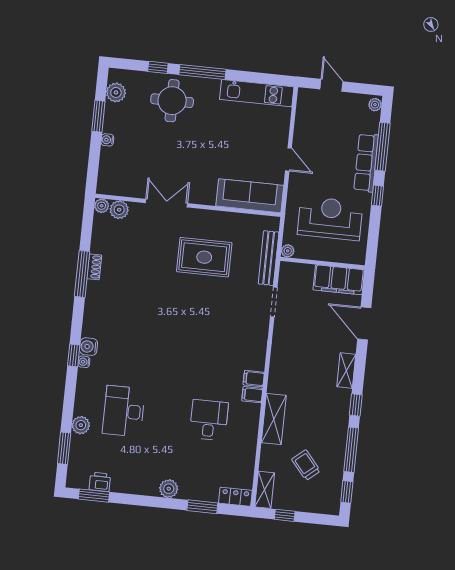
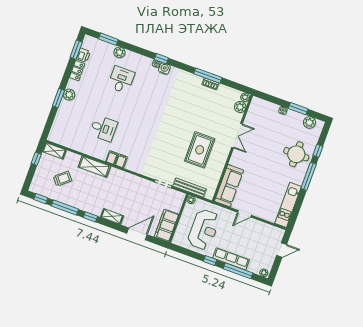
desk: (124, 411) -> (121, 80), width x0.73
locker: (235, 497) -> (77, 71), moved
window: (202, 507) -> (58, 98), moved

